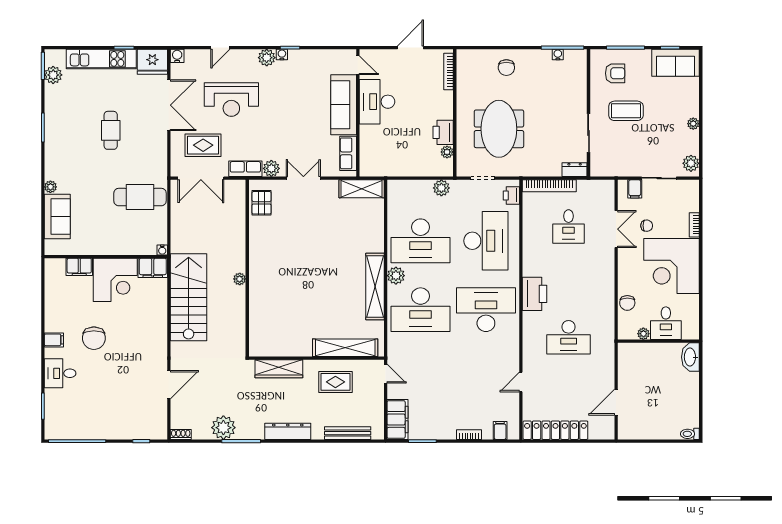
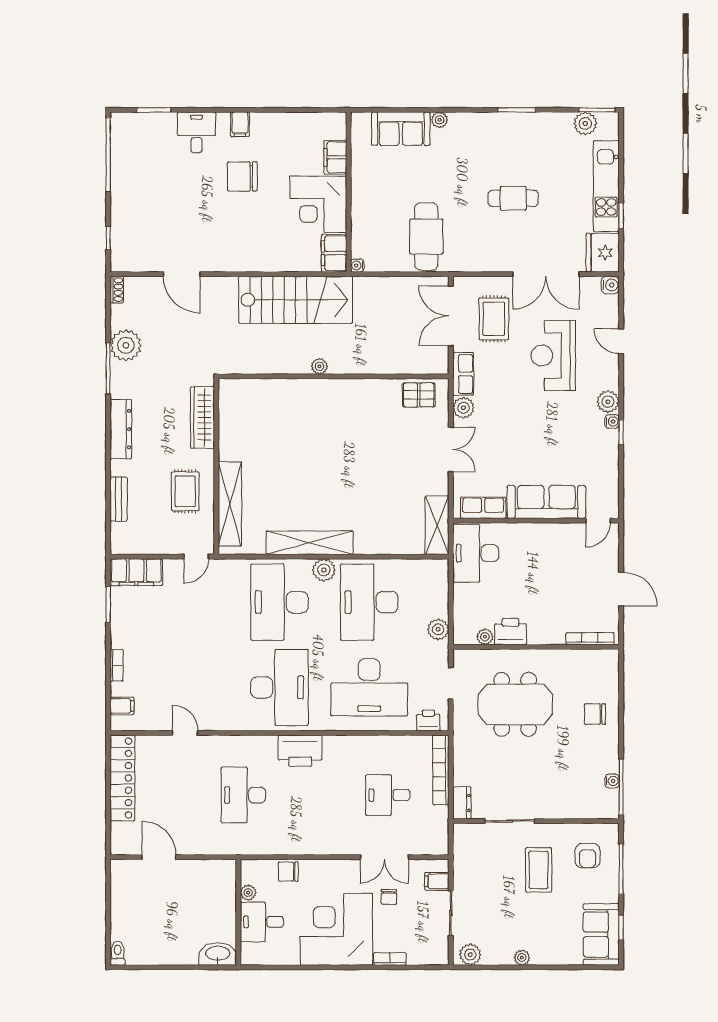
desk: (377, 102) -> (476, 553), moved, turned -90
bench: (348, 433) -> (119, 499), width x0.73

